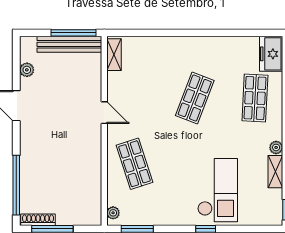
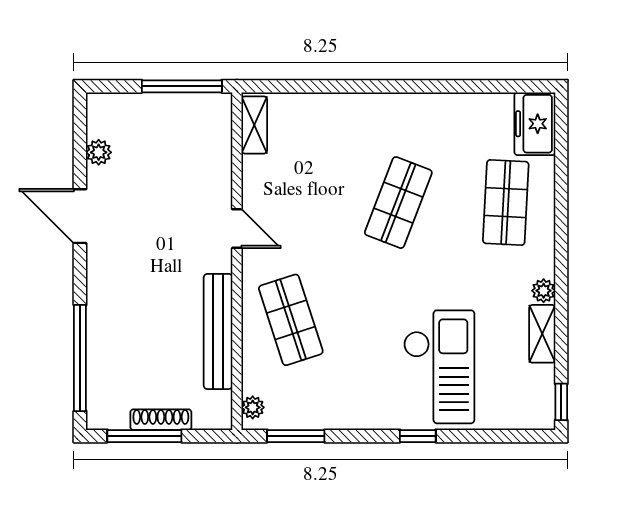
bench: (69, 44) -> (218, 331), moved, turned 90
shoe rack: (38, 220) -> (161, 420), moved

